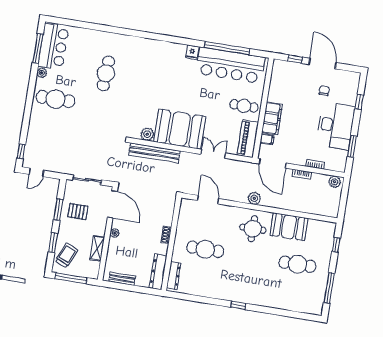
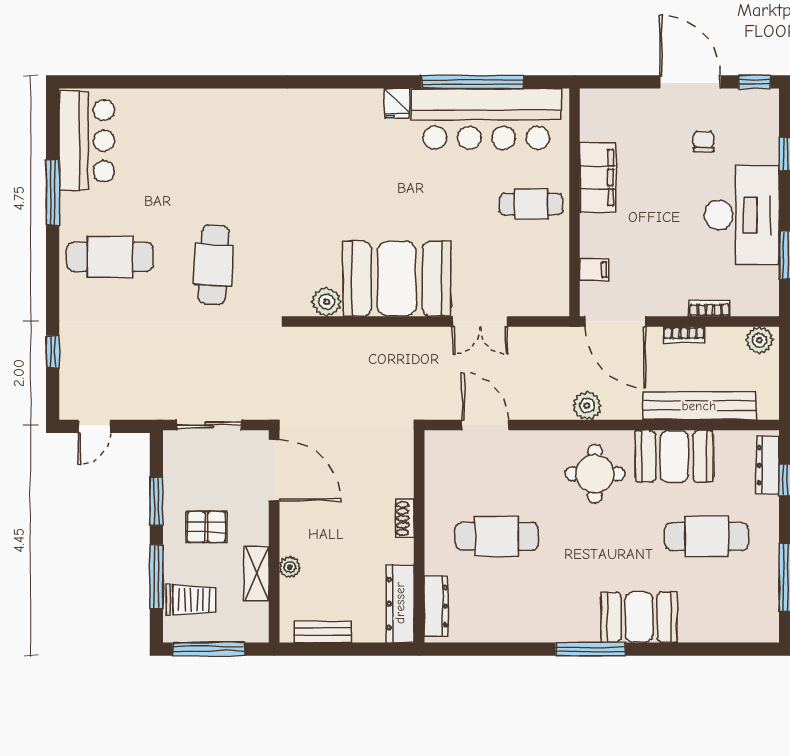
window: (38, 48) -> (53, 192), moved
window: (295, 59) -> (755, 82), moved
plant: (42, 73) -> (70, 203), removed
cafe table: (106, 73) -> (214, 265), moved
filing cabinet: (272, 118) -> (598, 177), moved
piano: (248, 139) -> (552, 275), removed
window: (21, 151) -> (53, 352), moved
bench: (154, 153) -> (699, 406), moved
double door: (213, 154) -> (480, 321), swing flipped
pallet: (78, 212) -> (206, 527), moved
plant: (115, 233) -> (290, 567), moved
dresser: (329, 237) -> (768, 465), added
window: (53, 243) -> (156, 577), width x1.44
trolley: (66, 255) -> (191, 600), turned 67
booth: (262, 295) -> (639, 617), added
window: (238, 305) -> (590, 649), width x2.17

